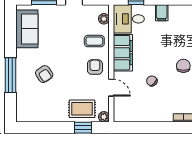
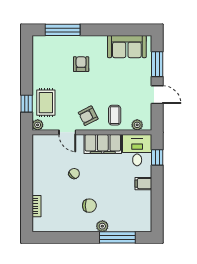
armchair: (95, 67) -> (88, 116), turned 153
armchair: (44, 74) -> (81, 64), turned 124
window: (10, 75) -> (63, 30), moved
door: (111, 88) -> (67, 132), hinge flipped

